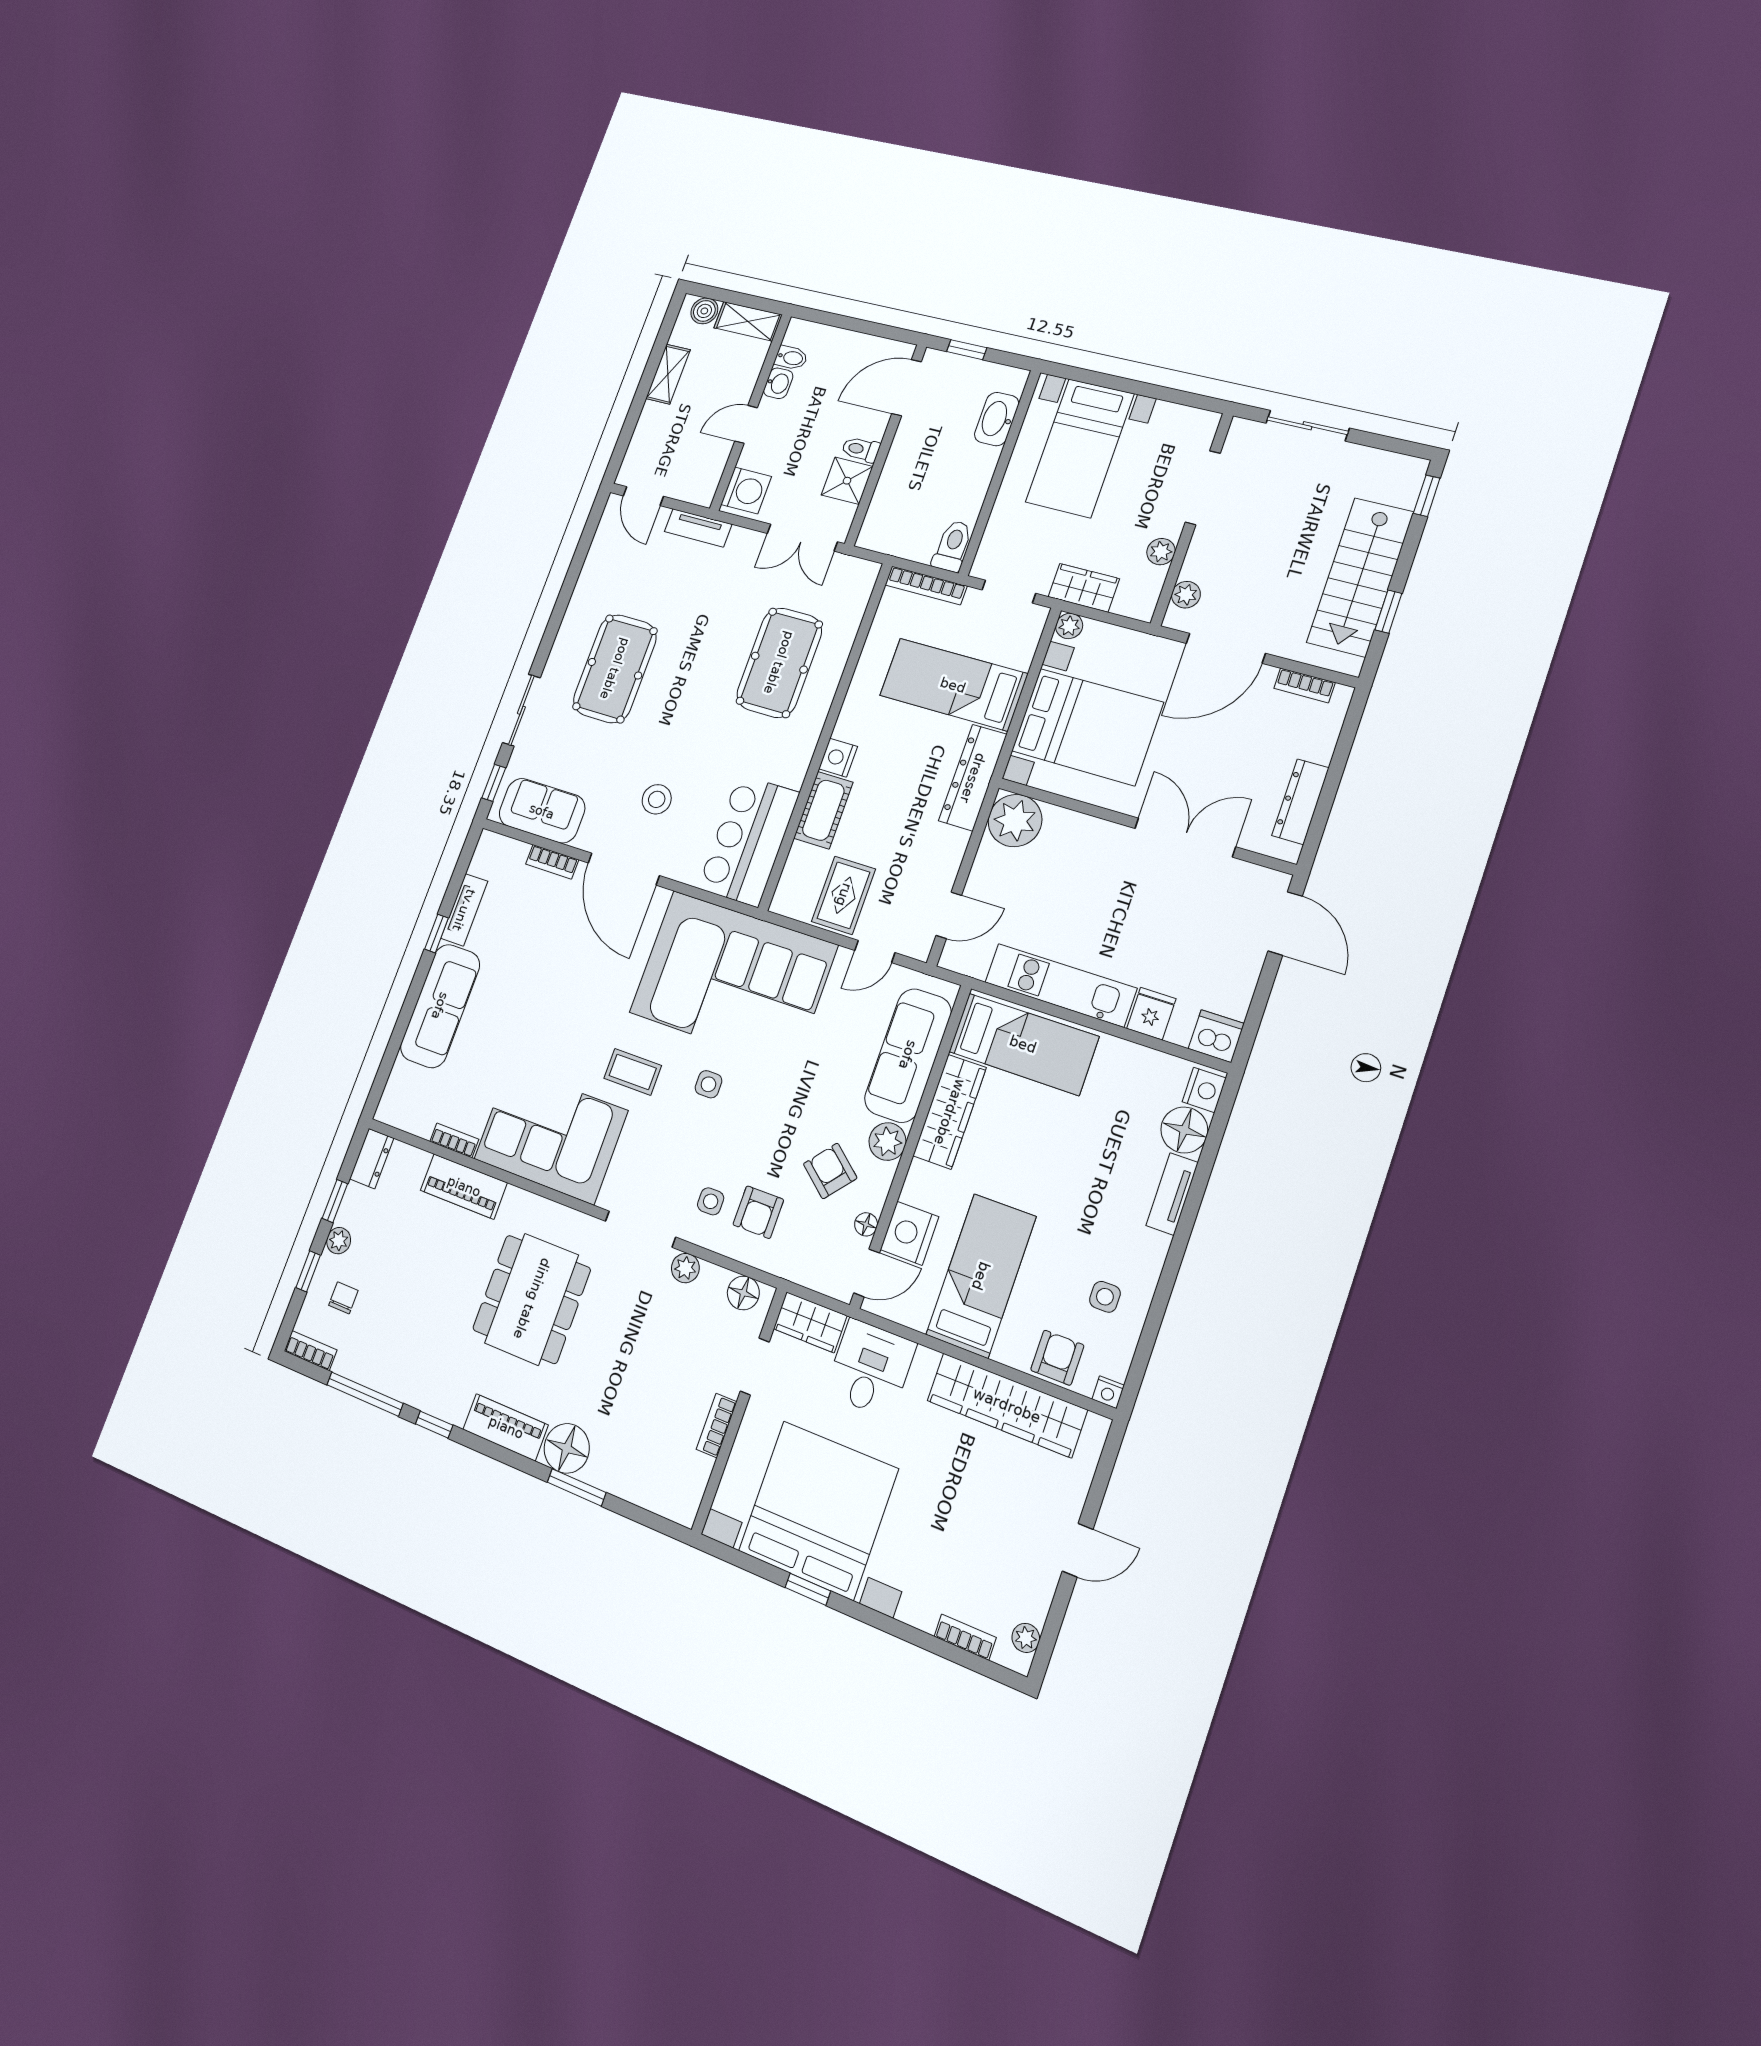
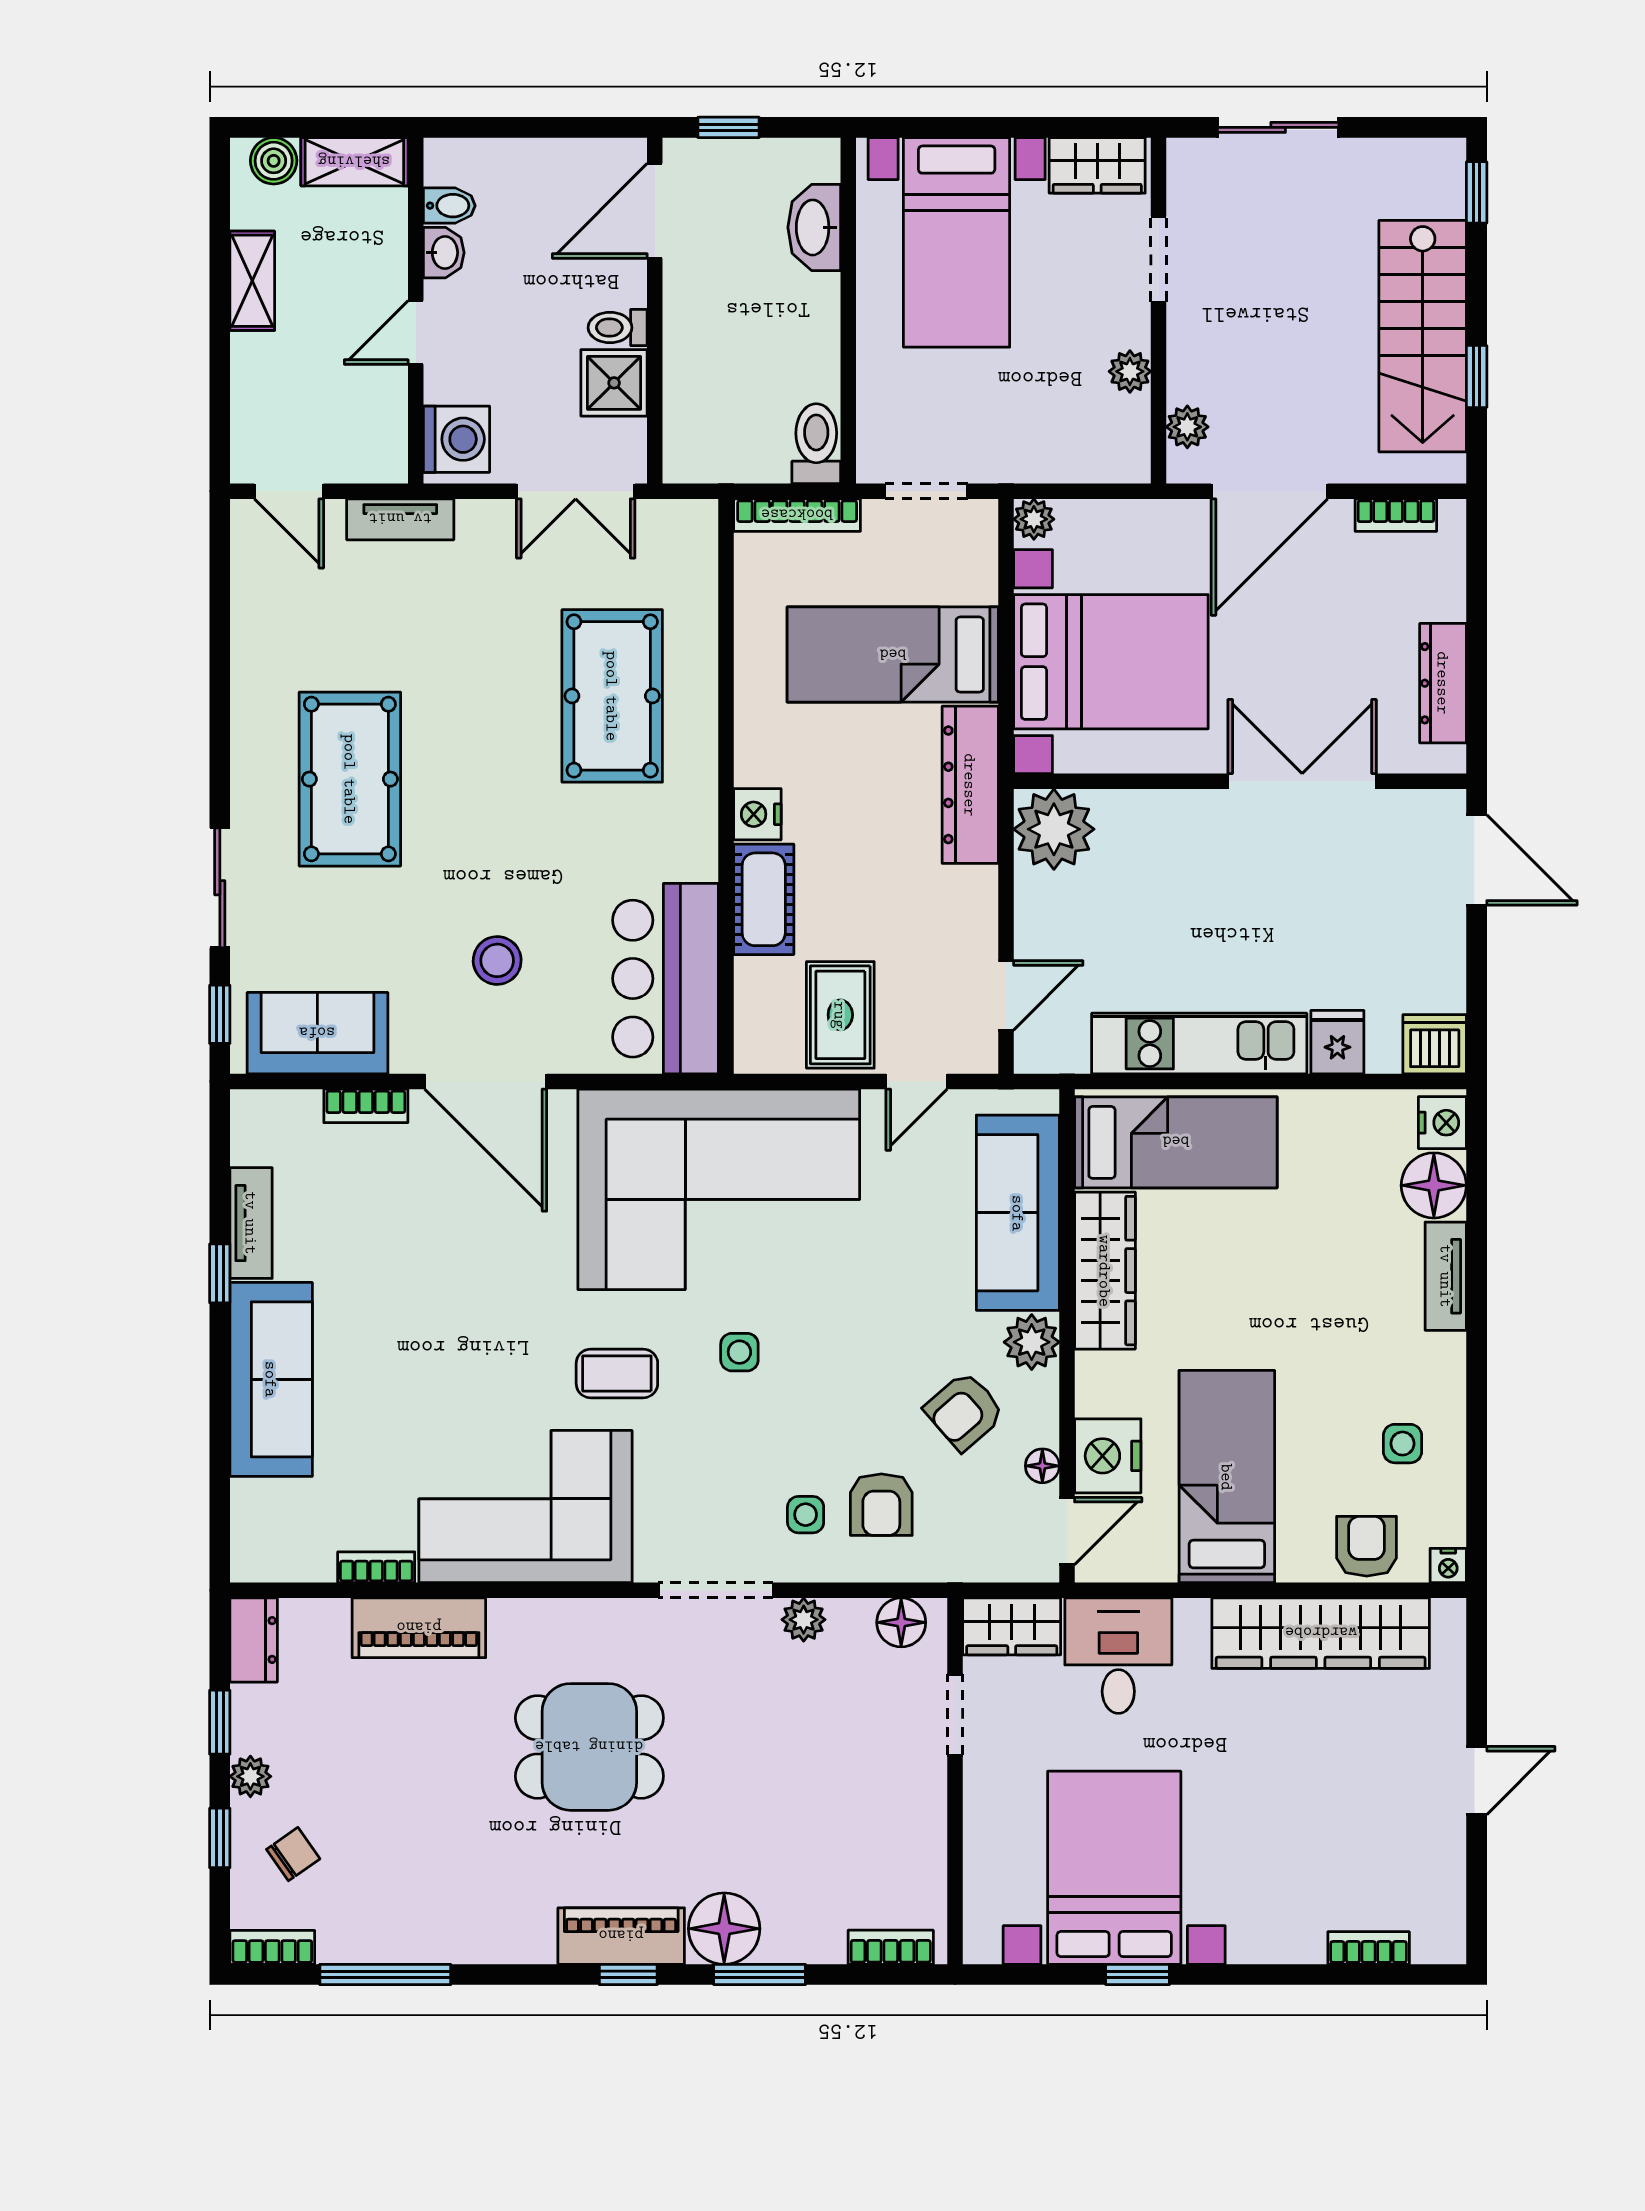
doorway: (1203, 488) -> (1159, 259), width x0.73
wardrobe: (1084, 588) -> (1097, 165), moved, turned 180
armchair: (830, 1171) -> (964, 1411), turned -81
chair: (343, 1298) -> (293, 1854), turned 55
dining table: (532, 1299) -> (589, 1747), width x0.73
window: (434, 1425) -> (628, 1974), moved
bookcase: (717, 1425) -> (891, 1947), moved, turned 90
bed with nightstands: (818, 1510) -> (1114, 1868), width x0.73
plant: (1026, 1638) -> (1447, 1916), removed

